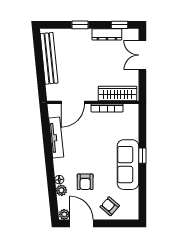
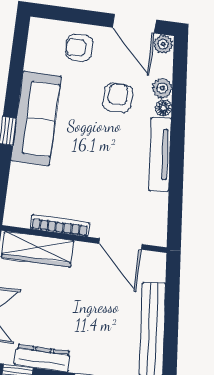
door: (73, 102) -> (121, 244), swing flipped
tv unit: (56, 138) -> (160, 155), moved
armchair: (110, 206) -> (79, 48), turned 139

